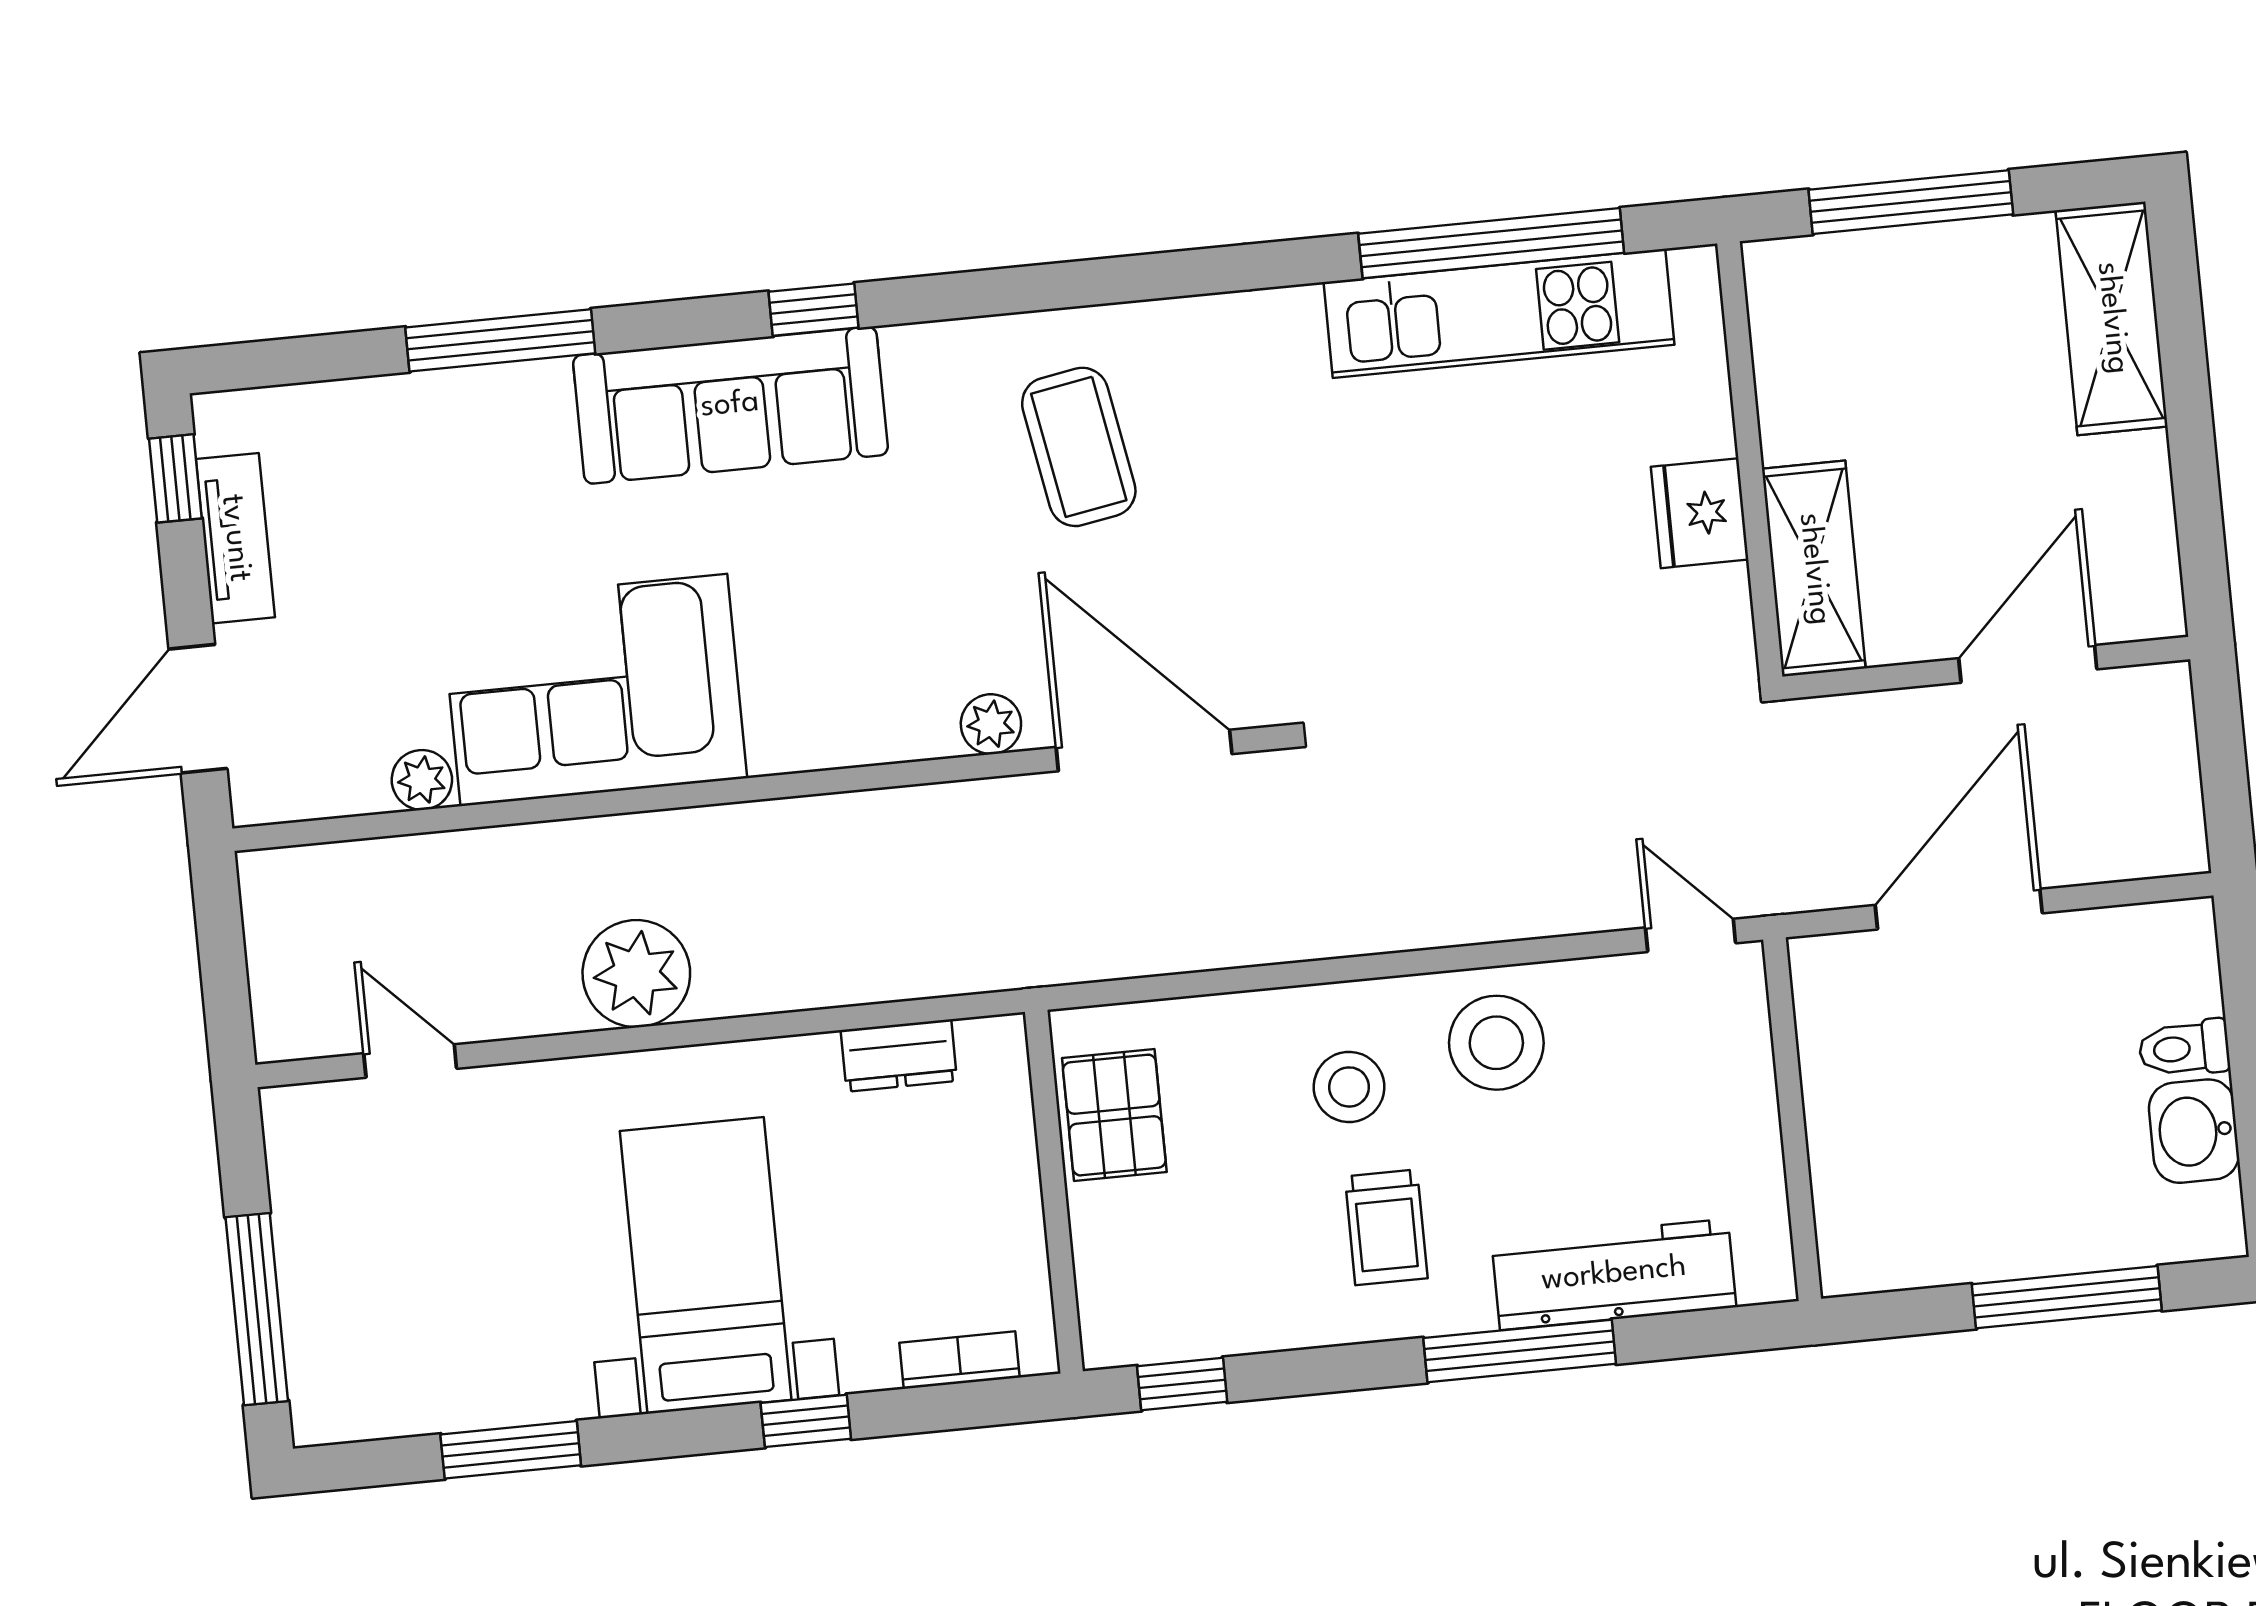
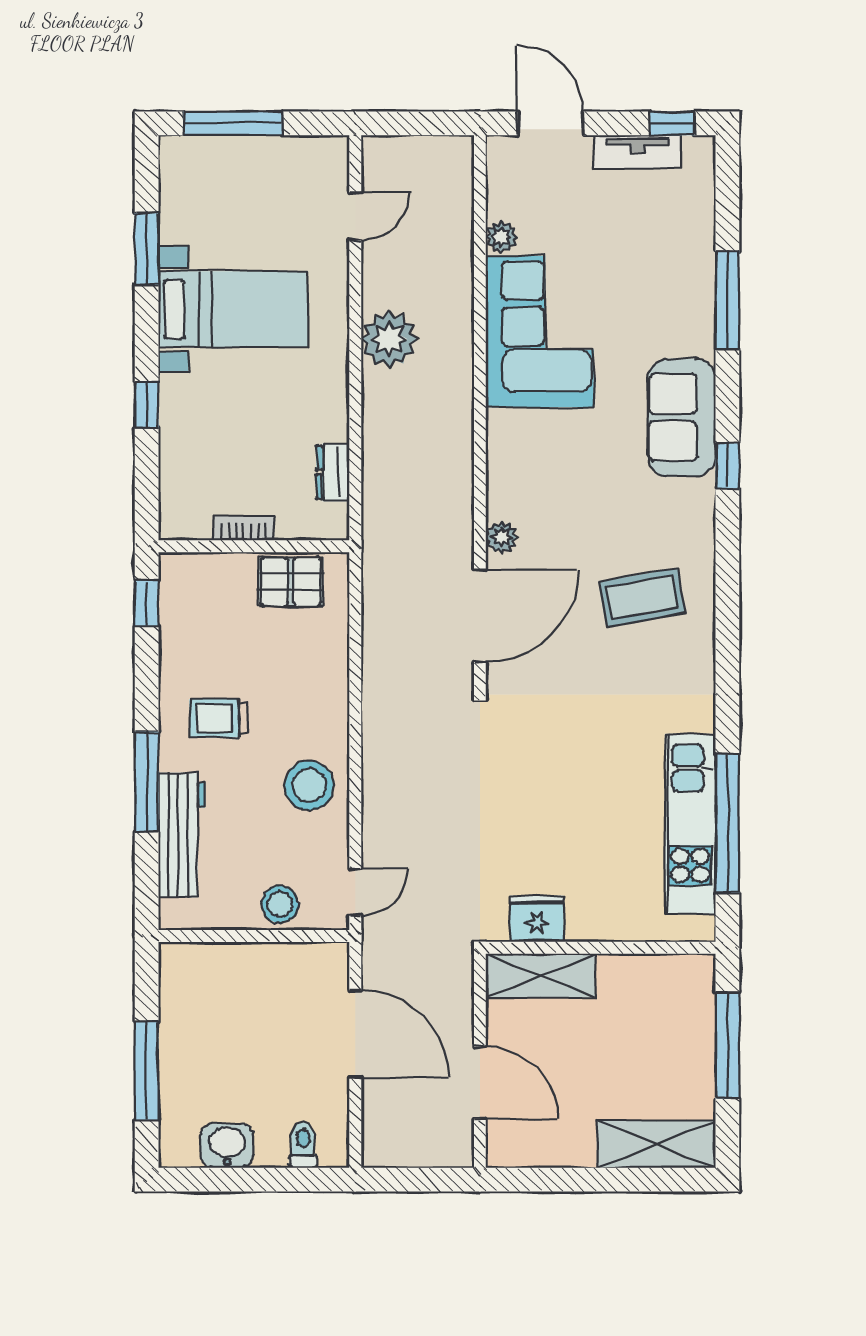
sofa: (730, 405) -> (682, 417), width x0.73
fridge: (1700, 513) -> (537, 919), moved
toilet: (2184, 1048) -> (303, 1145), moved
stool: (1349, 1087) -> (280, 904), moved
bed with nightstands: (706, 1265) -> (233, 309), moved
bookcase: (960, 1360) -> (244, 528), moved, turned -90

